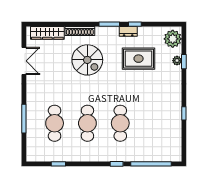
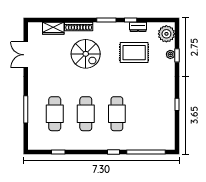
dresser: (128, 31) -> (138, 27), moved
wardrobe: (47, 33) -> (53, 28), width x0.67
double door: (24, 61) -> (26, 55), swing flipped

